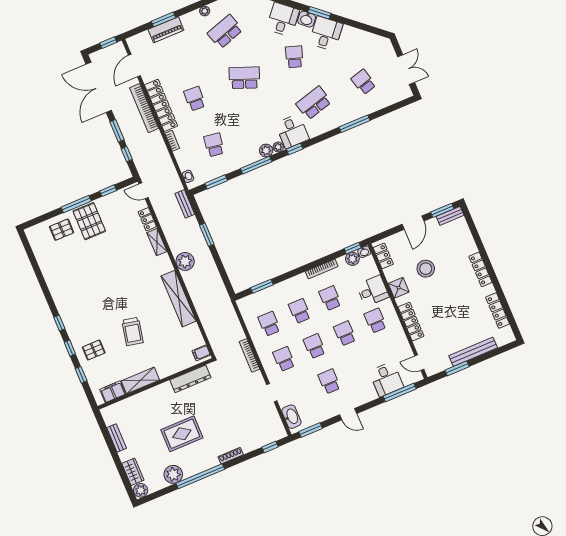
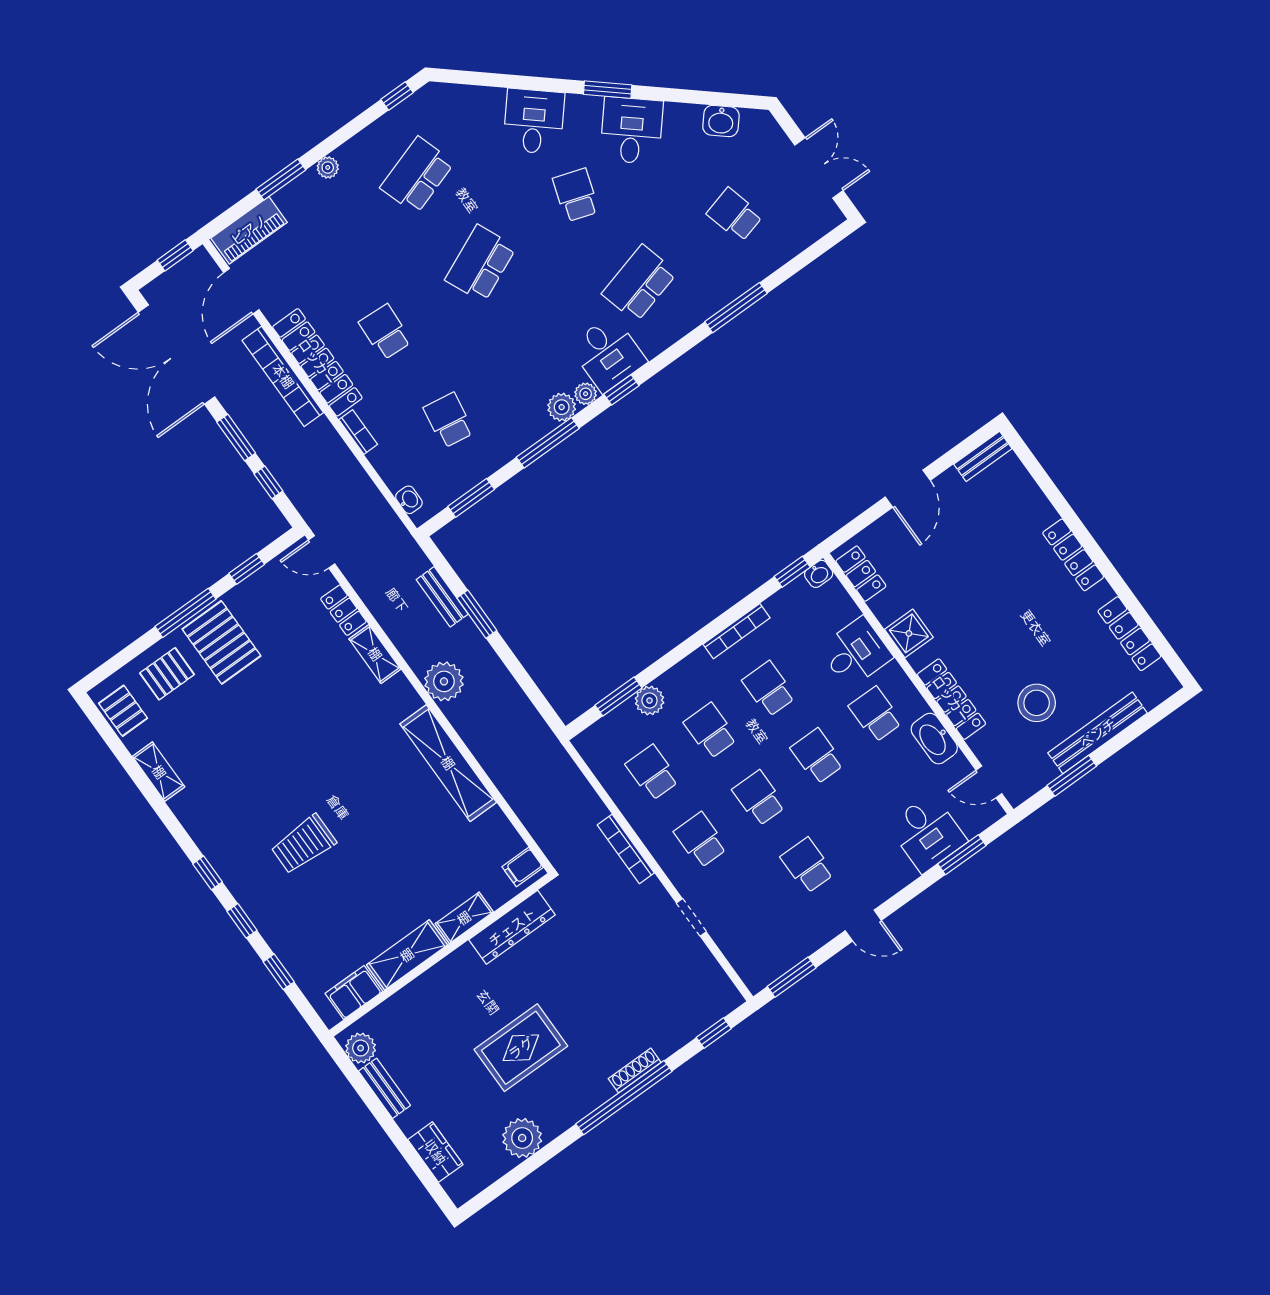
plant: (205, 11) -> (328, 167), moved
washbasin: (307, 19) -> (721, 121), moved
piano: (166, 30) -> (249, 230), moved
school desk: (244, 78) -> (481, 264), turned -45
bench: (185, 204) -> (442, 597), moved
window: (442, 210) -> (964, 448), removed
plant: (352, 259) -> (650, 701), moved
stool: (426, 269) -> (1037, 703), moved
shelving: (48, 273) -> (159, 772), added
trolley: (133, 332) -> (304, 844), moved, turned 78
pallet: (94, 350) -> (123, 711), moved, turned 90
shelving: (170, 370) -> (464, 918), added
window: (400, 392) -> (962, 855), width x0.69
washbasin: (291, 417) -> (934, 739), moved, turned 180
window: (200, 476) -> (624, 1098), moved
plant: (141, 490) -> (361, 1048), moved

